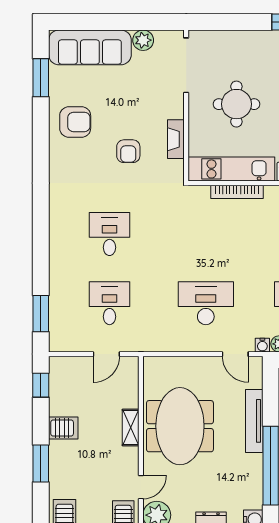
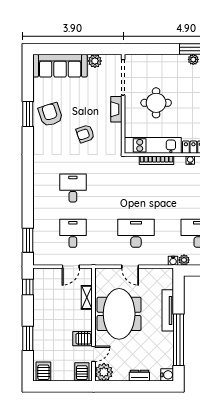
window: (41, 78) -> (28, 114), moved
armchair: (75, 122) -> (50, 115), turned -108
fireplace: (176, 139) -> (116, 109), moved
armchair: (128, 151) -> (85, 134), turned 71
door: (235, 354) -> (130, 267), moved
server rack: (63, 428) -> (83, 339), moved, turned 180
shelving: (131, 428) -> (87, 297), moved

